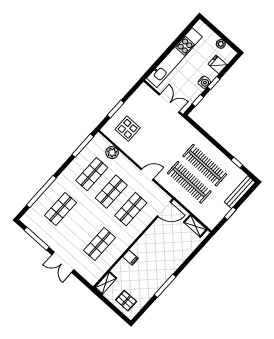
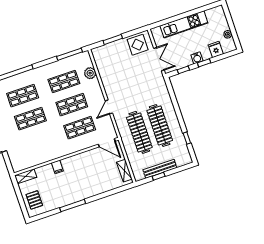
kitchen unit: (174, 58) -> (184, 24), width x0.73
display table: (128, 129) -> (138, 45), moved
door: (147, 174) -> (109, 107), swing flipped
bench: (240, 192) -> (160, 169), moved
shop shelf: (99, 244) -> (30, 119), moved

